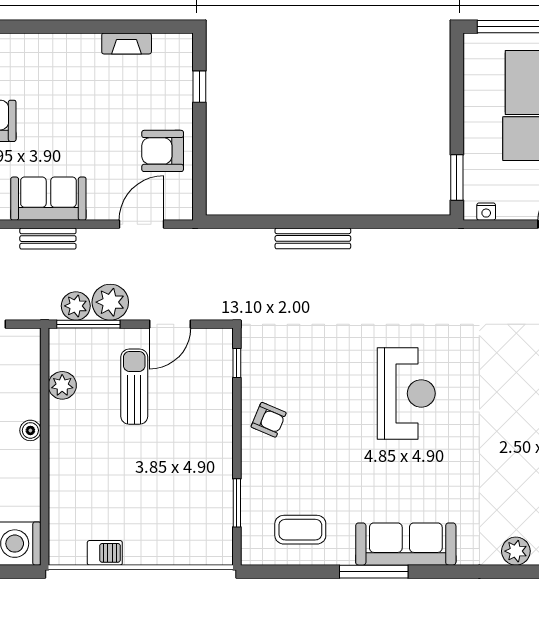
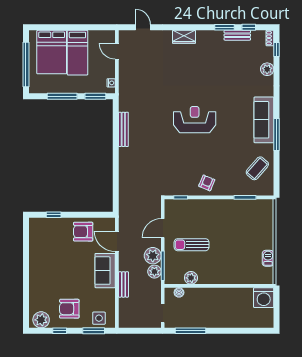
fireplace: (127, 43) -> (34, 248), removed
window: (457, 105) -> (62, 96), added
armchair: (163, 151) -> (83, 232), turned 90
sofa: (48, 199) -> (105, 271), moved
bench: (313, 238) -> (123, 129), moved
door: (170, 324) -> (163, 228), swing flipped
boiler: (30, 430) -> (179, 292), moved
coffee table: (300, 530) -> (257, 168), turned 41

